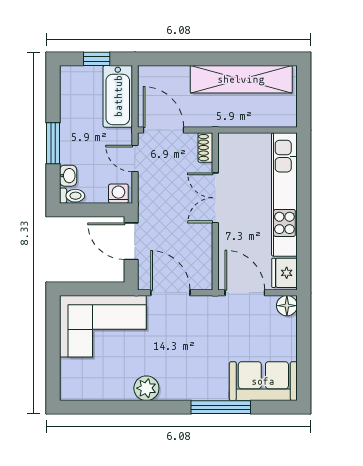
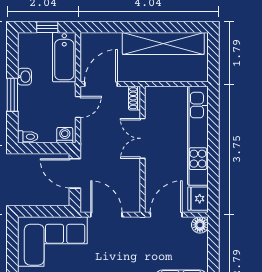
door: (163, 130) -> (101, 84), hinge flipped
door: (135, 159) -> (78, 107), swing flipped
washbasin: (68, 176) -> (24, 77), moved
door: (245, 293) -> (166, 215), hinge flipped

